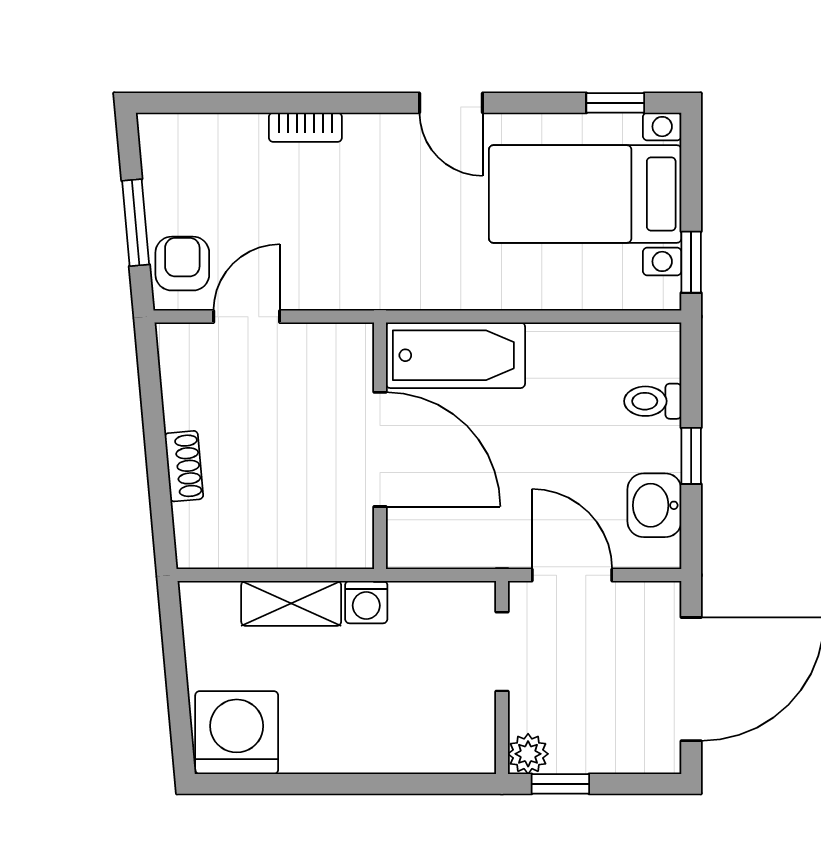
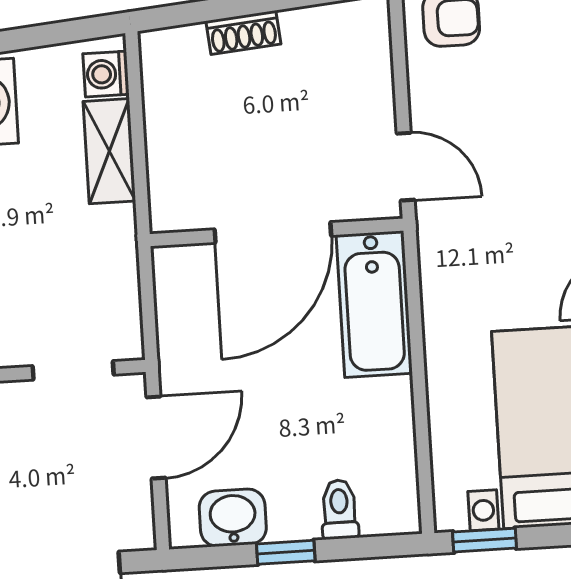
door: (247, 317) -> (406, 167), moved
washing machine: (366, 602) -> (106, 74), moved

